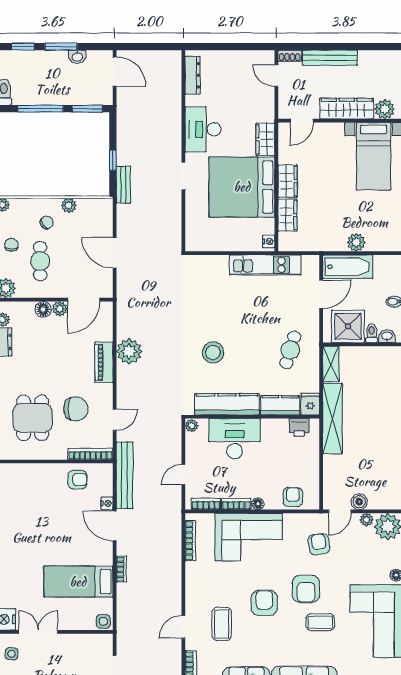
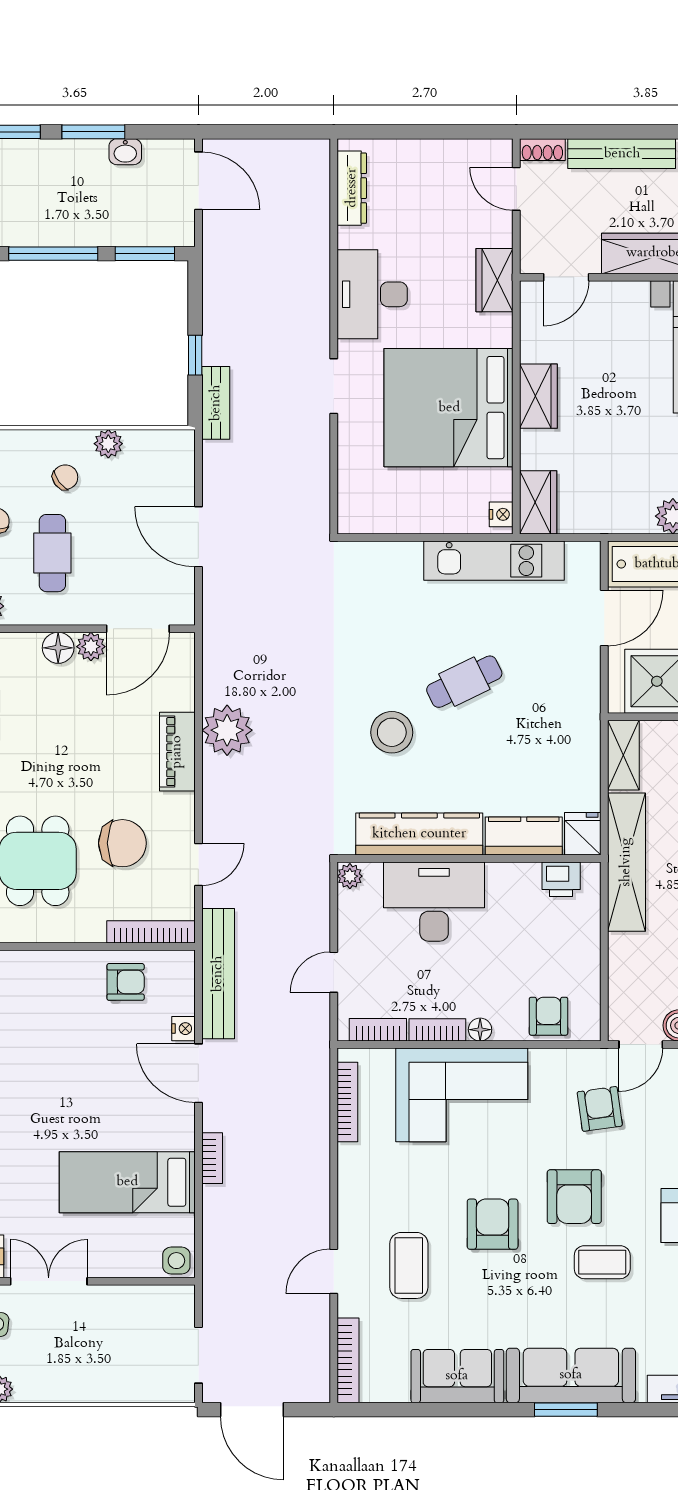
wardrobe: (265, 139) -> (494, 280), moved
wardrobe: (288, 215) -> (538, 502), moved
cafe table: (290, 350) -> (464, 682), moved, turned 47

